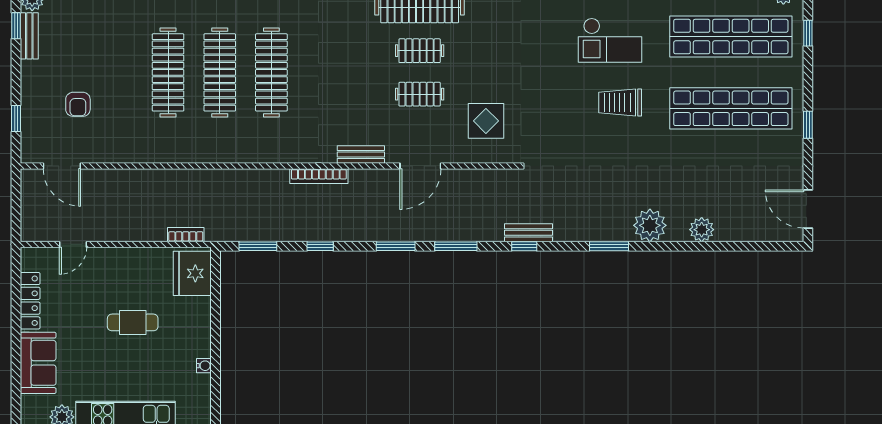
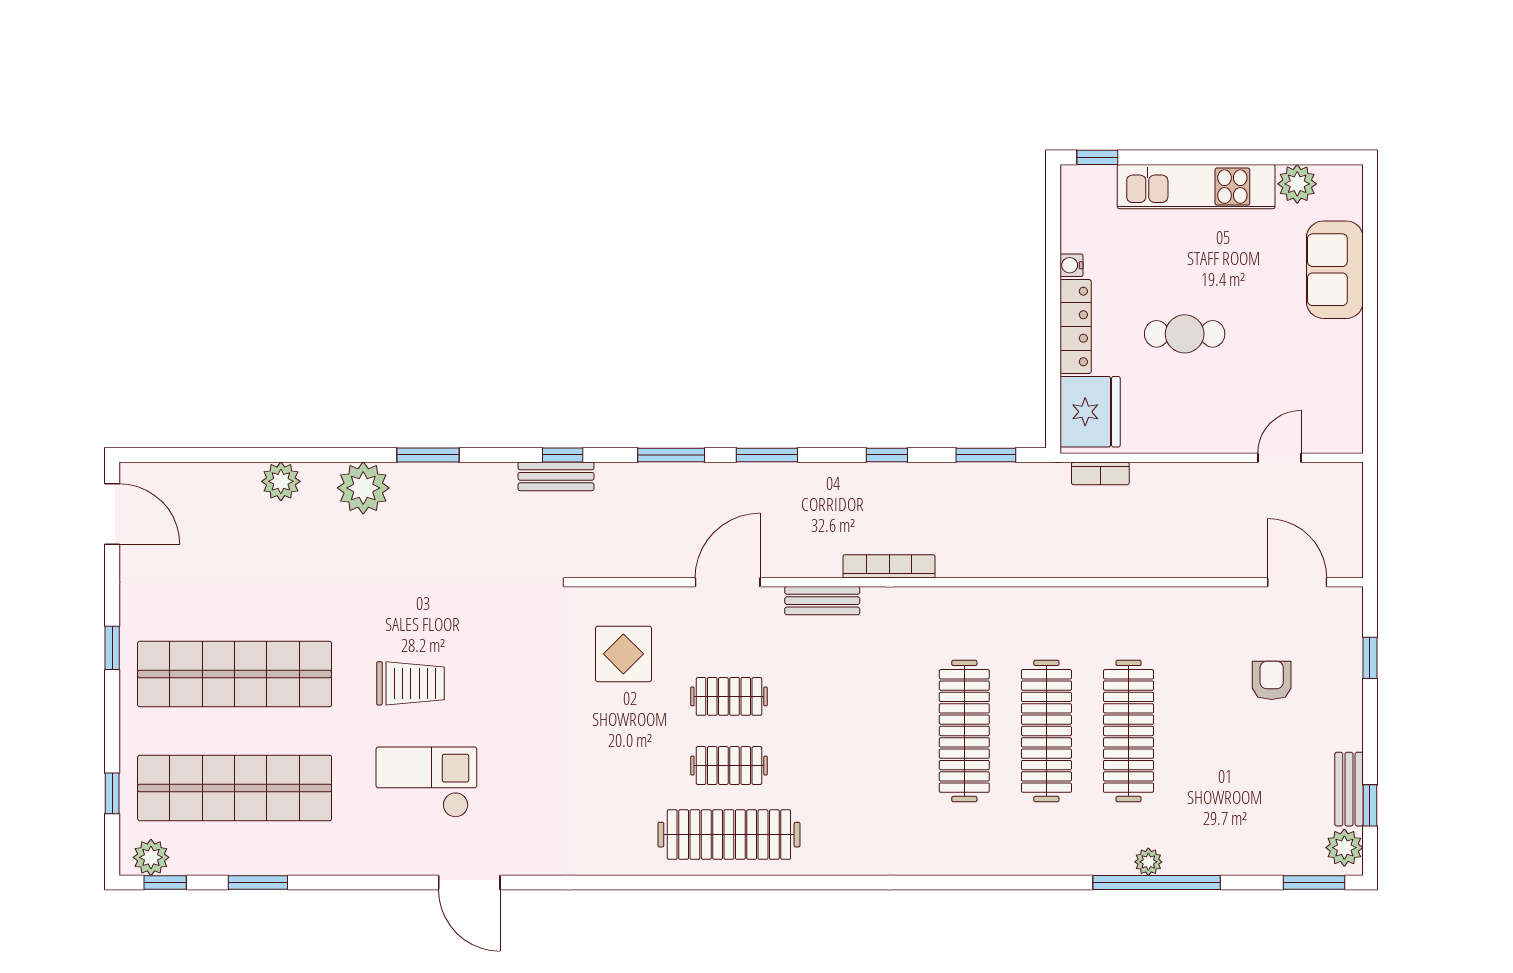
locker: (30, 301) -> (1076, 326), moved, turned 180

